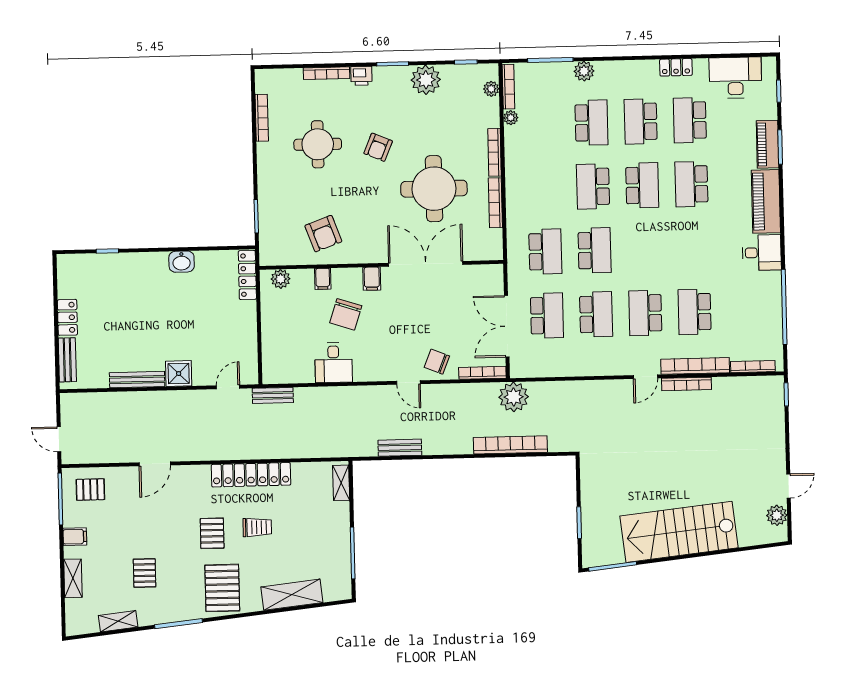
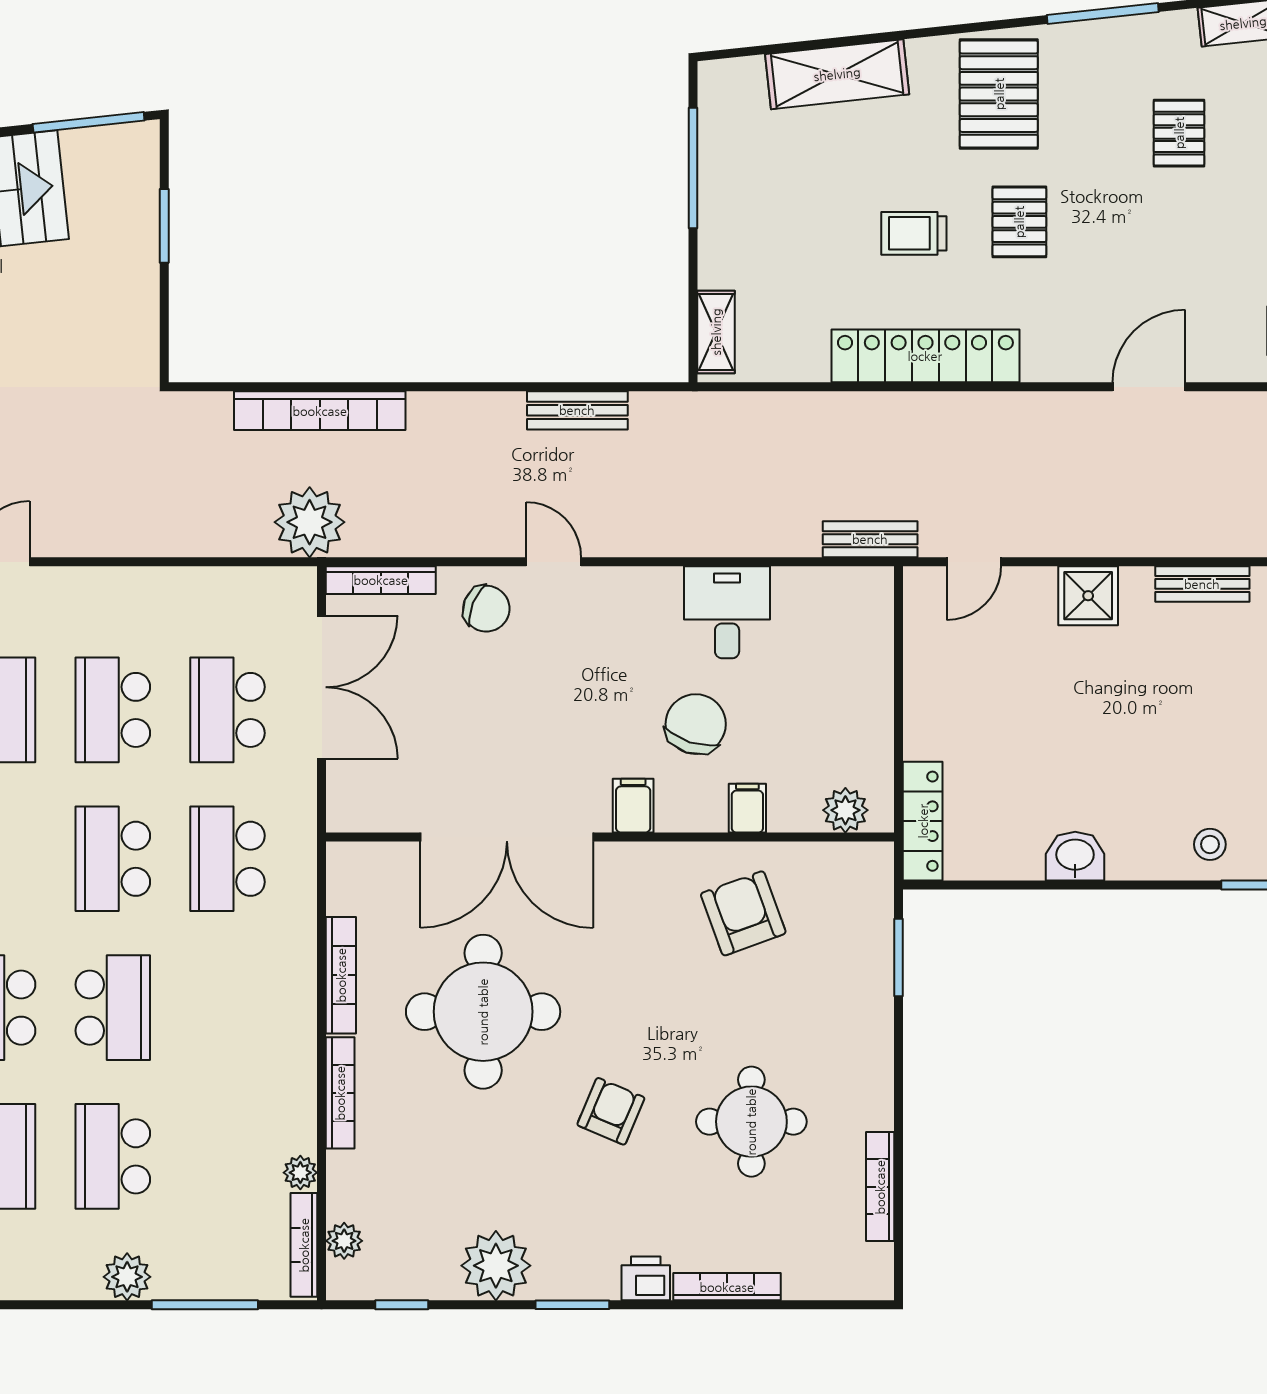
stool: (124, 268) -> (1210, 844), added
bench: (137, 380) -> (1202, 584), width x0.73

